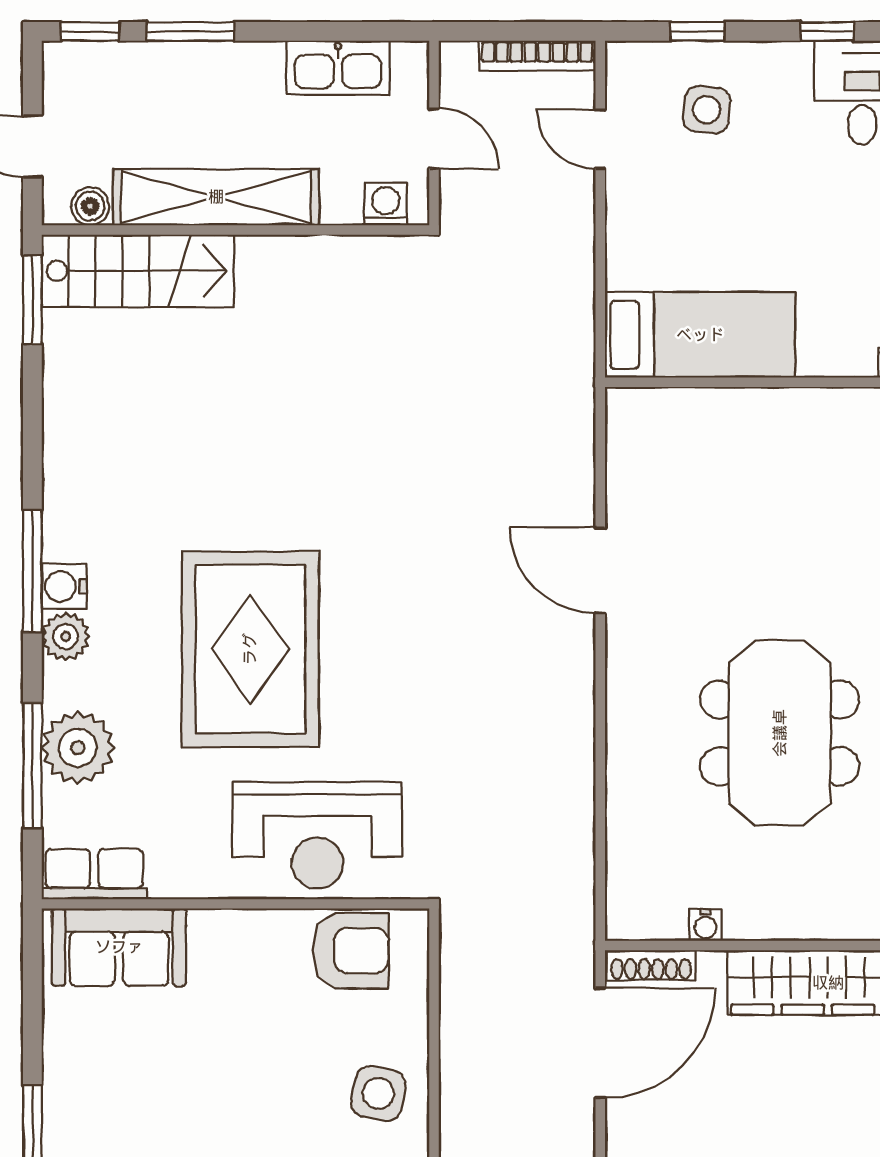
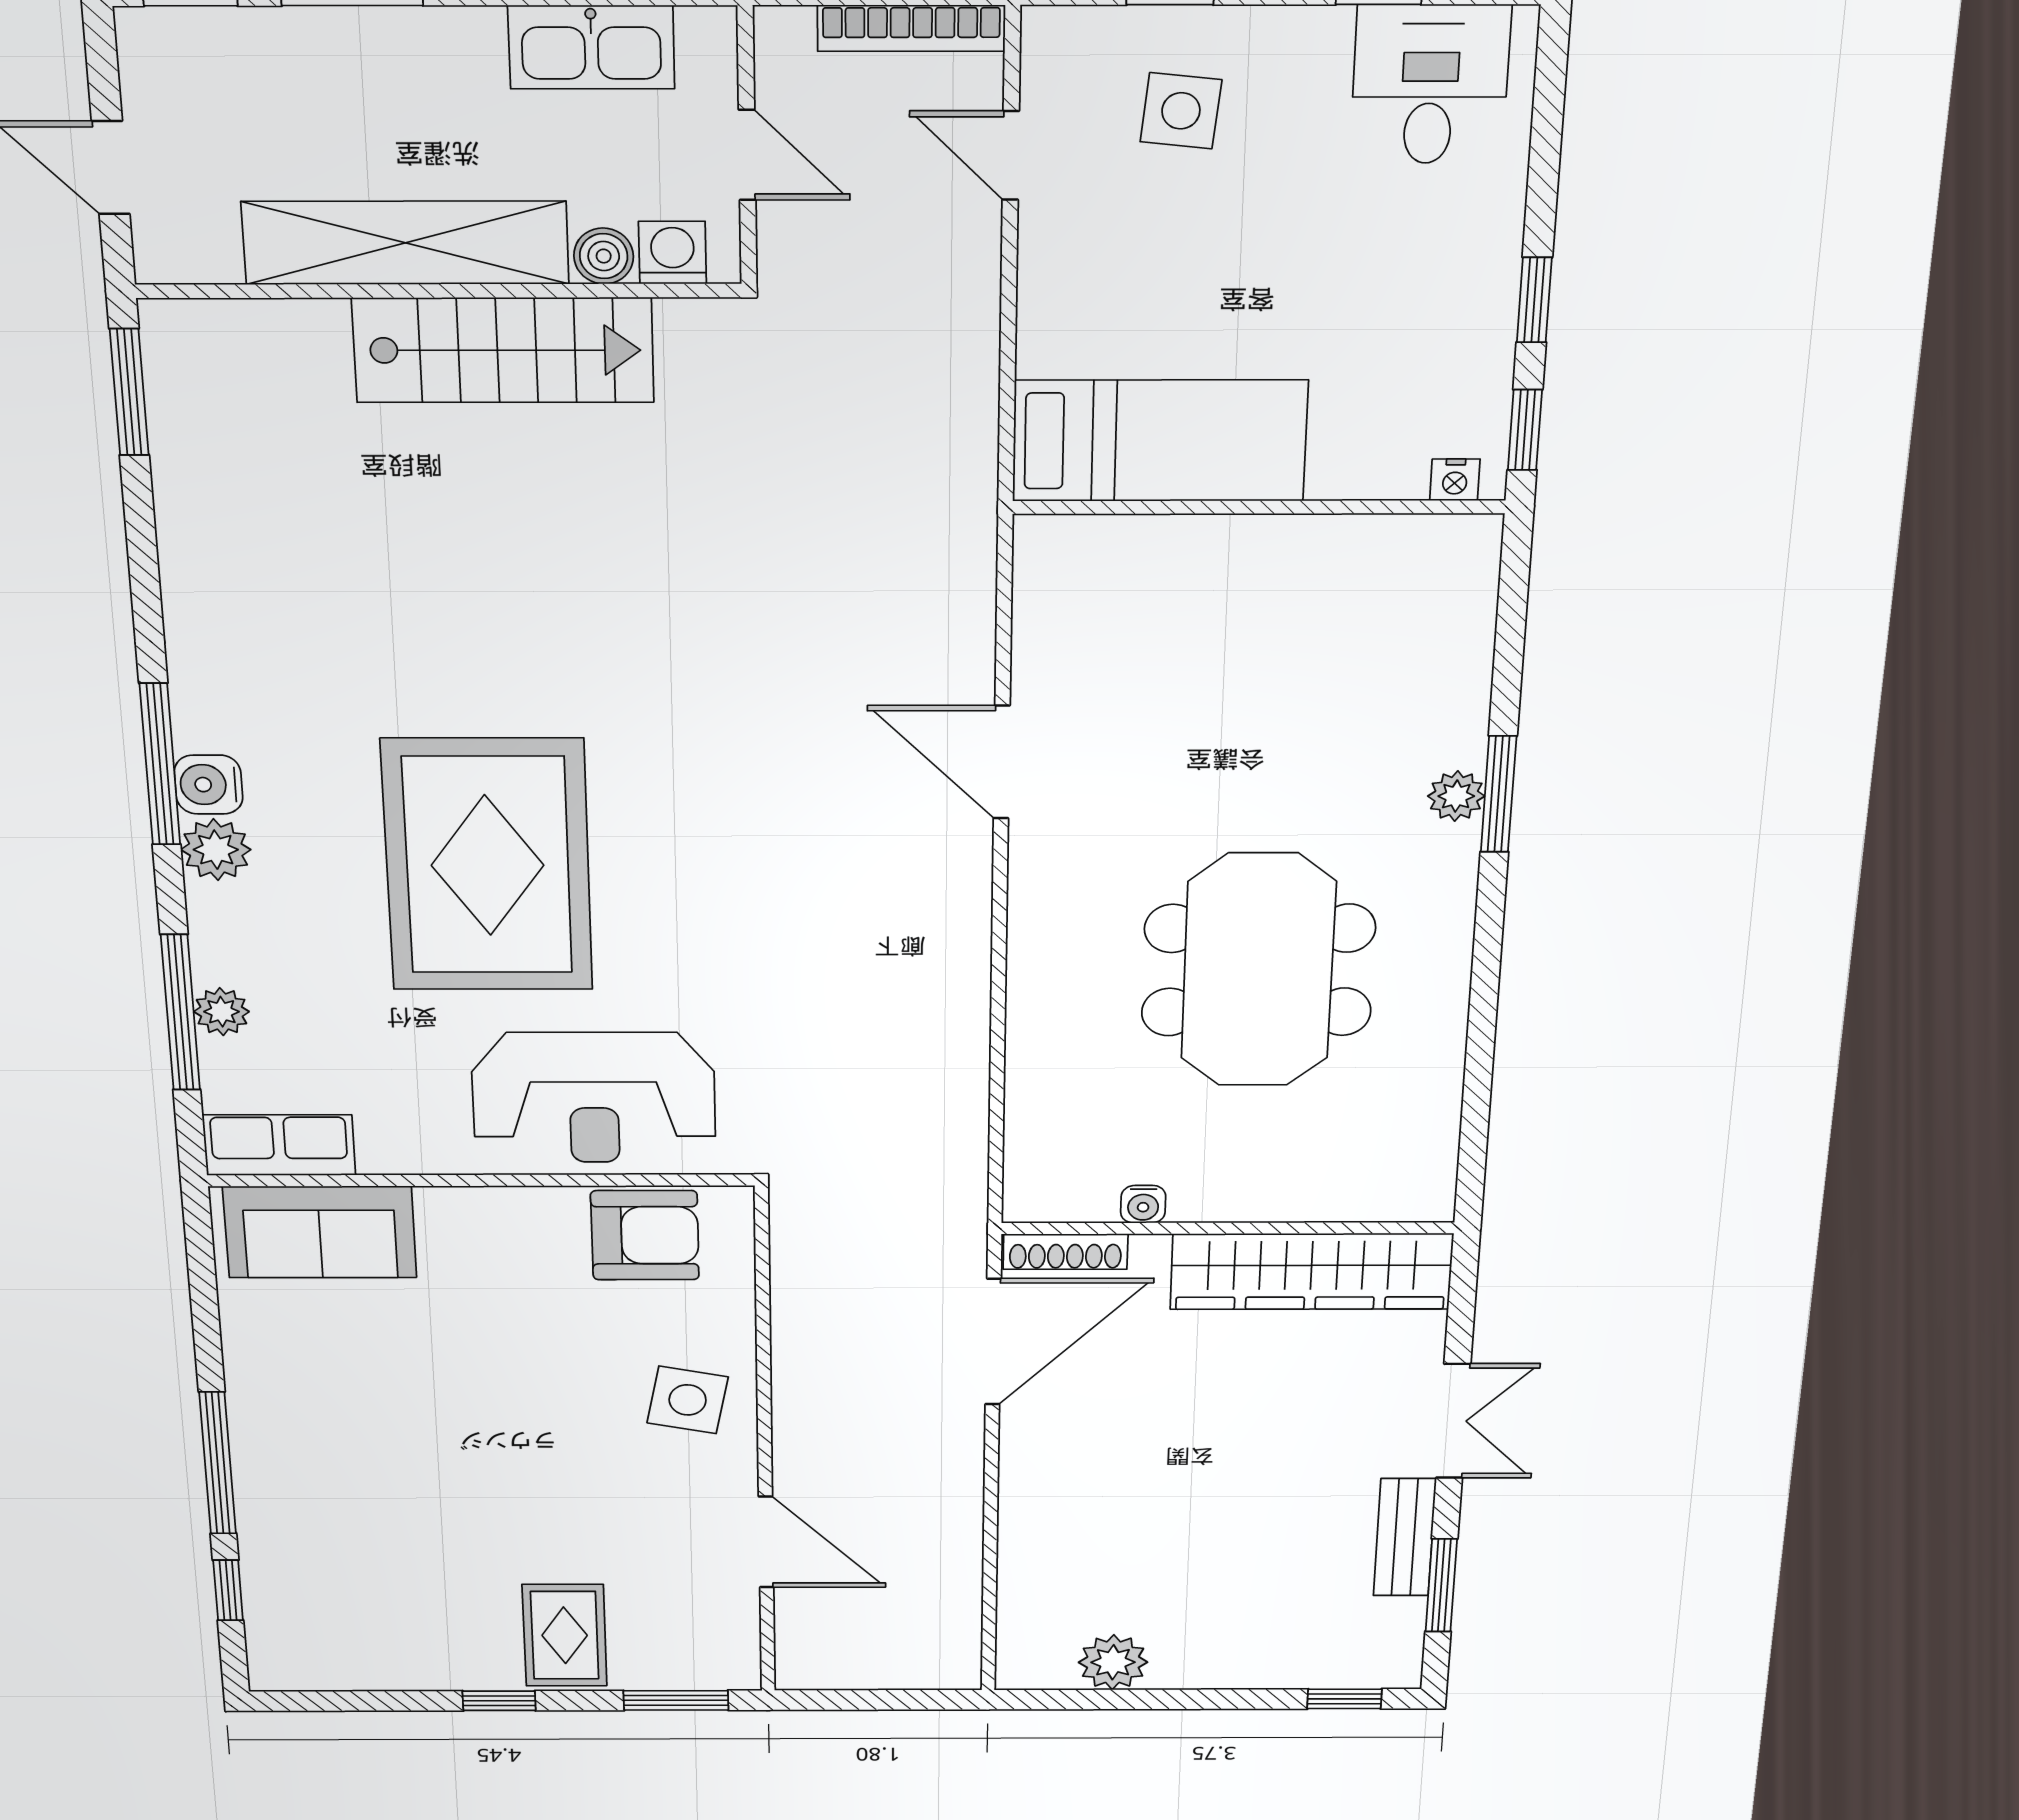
boiler: (90, 206) -> (604, 256), moved
stairs: (138, 271) -> (503, 350), moved
plant: (78, 748) -> (222, 1012), width x0.53, depth x0.53

